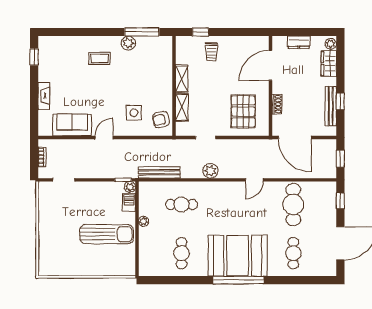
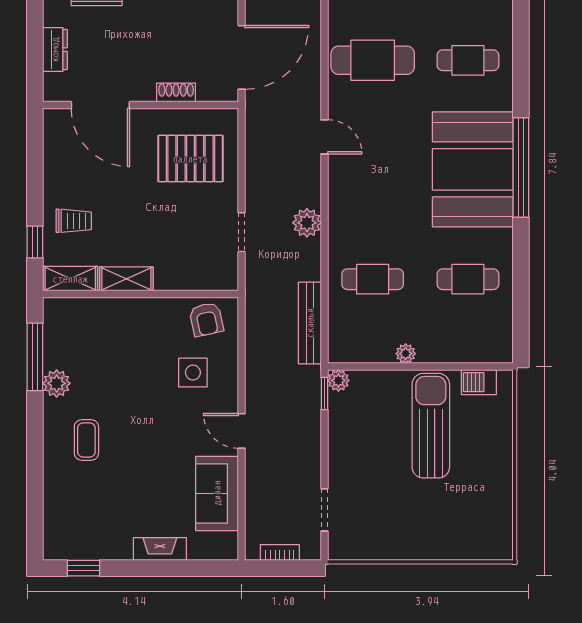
shelving: (182, 107) -> (70, 279), moved
barbecue: (129, 202) -> (479, 382), moved
cafe table: (182, 204) -> (373, 279), turned 90

